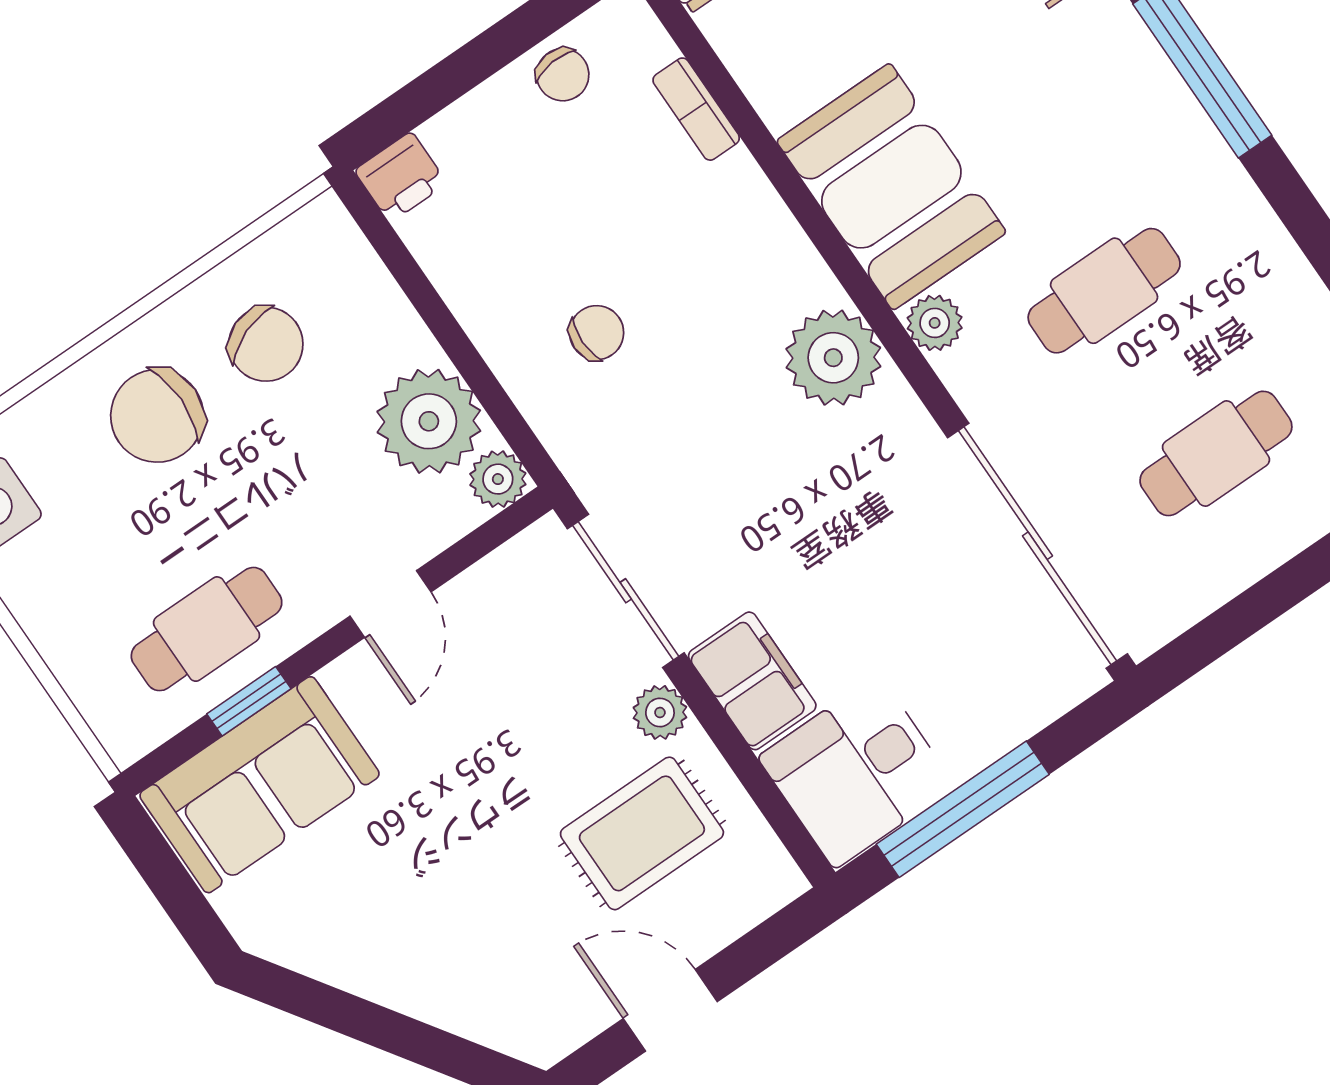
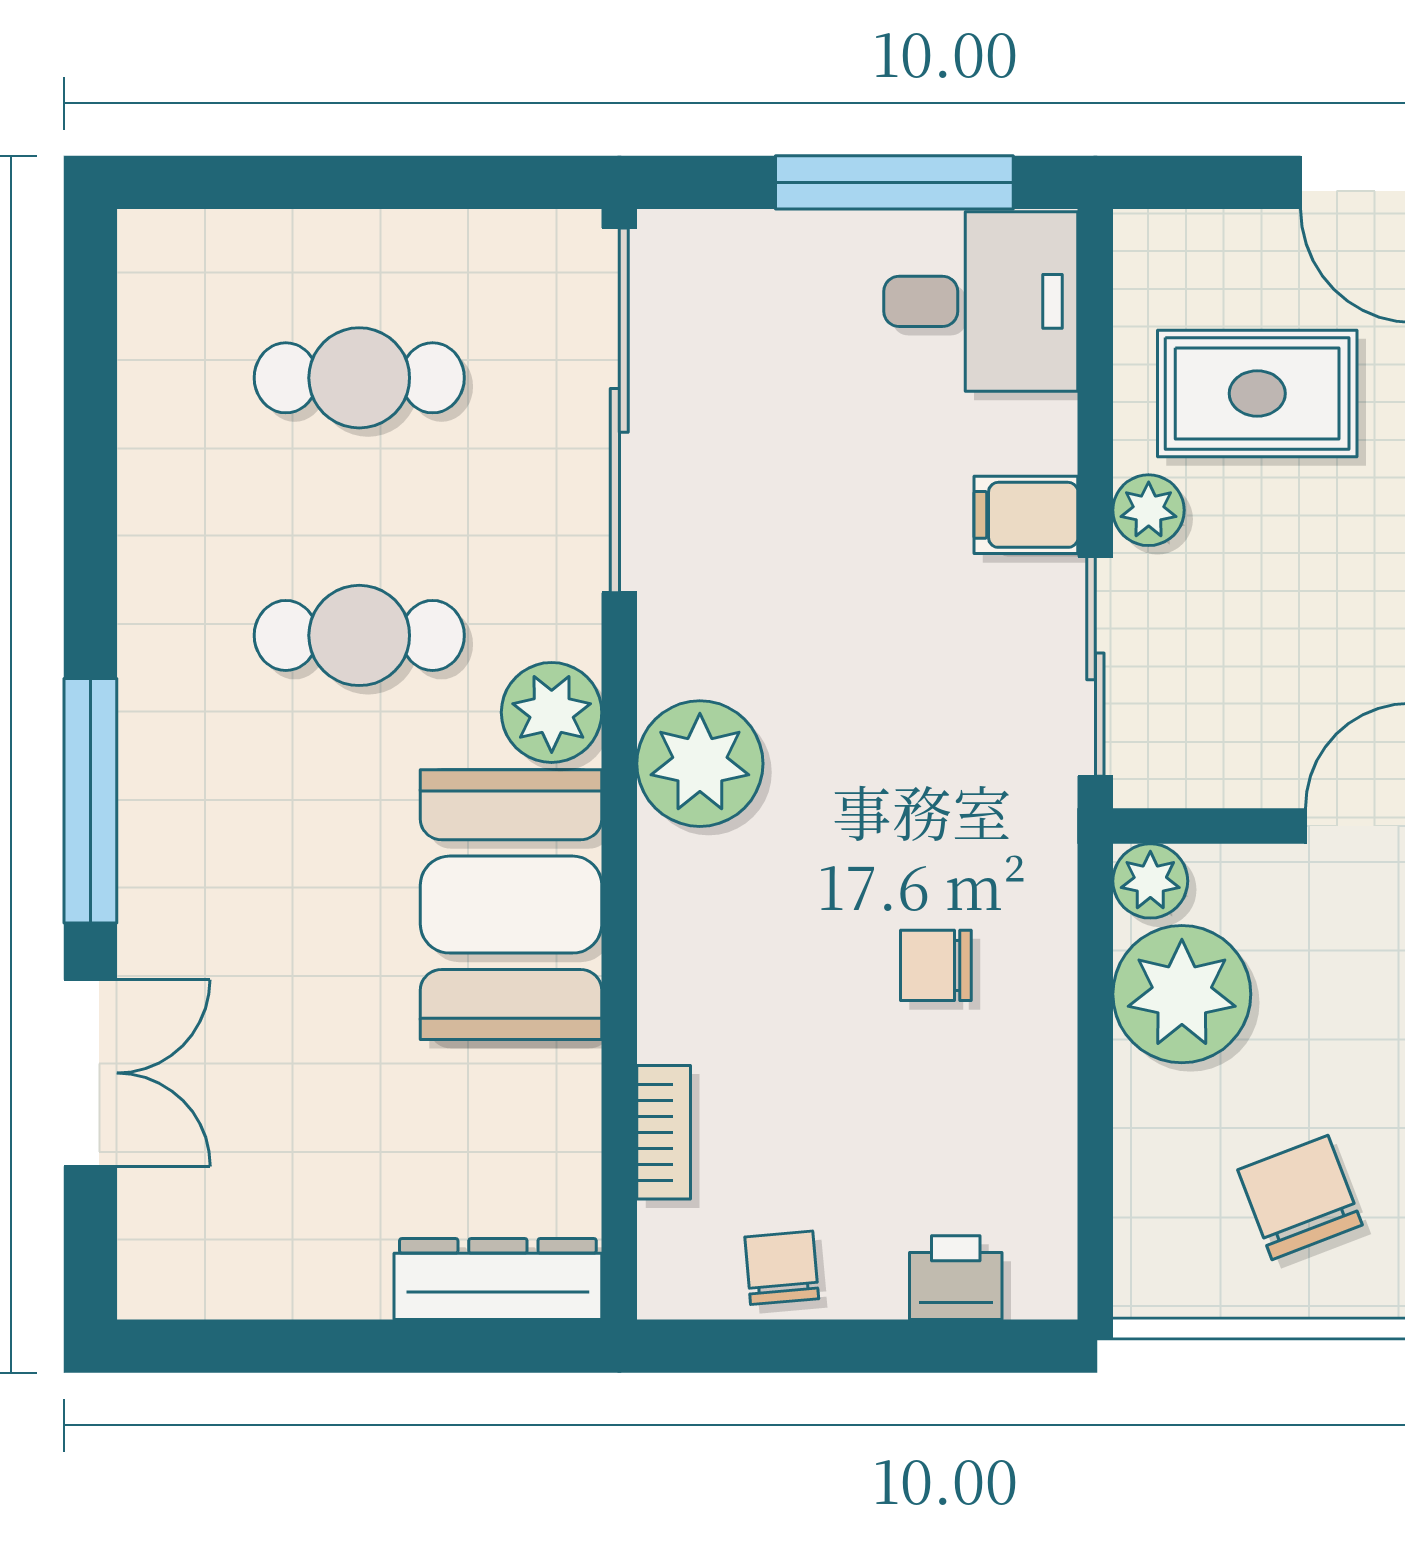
printer: (401, 177) -> (956, 1278), moved
plant: (935, 323) -> (552, 712), width x1.38, depth x1.38
filing cabinet: (752, 681) -> (1026, 515), width x0.50

